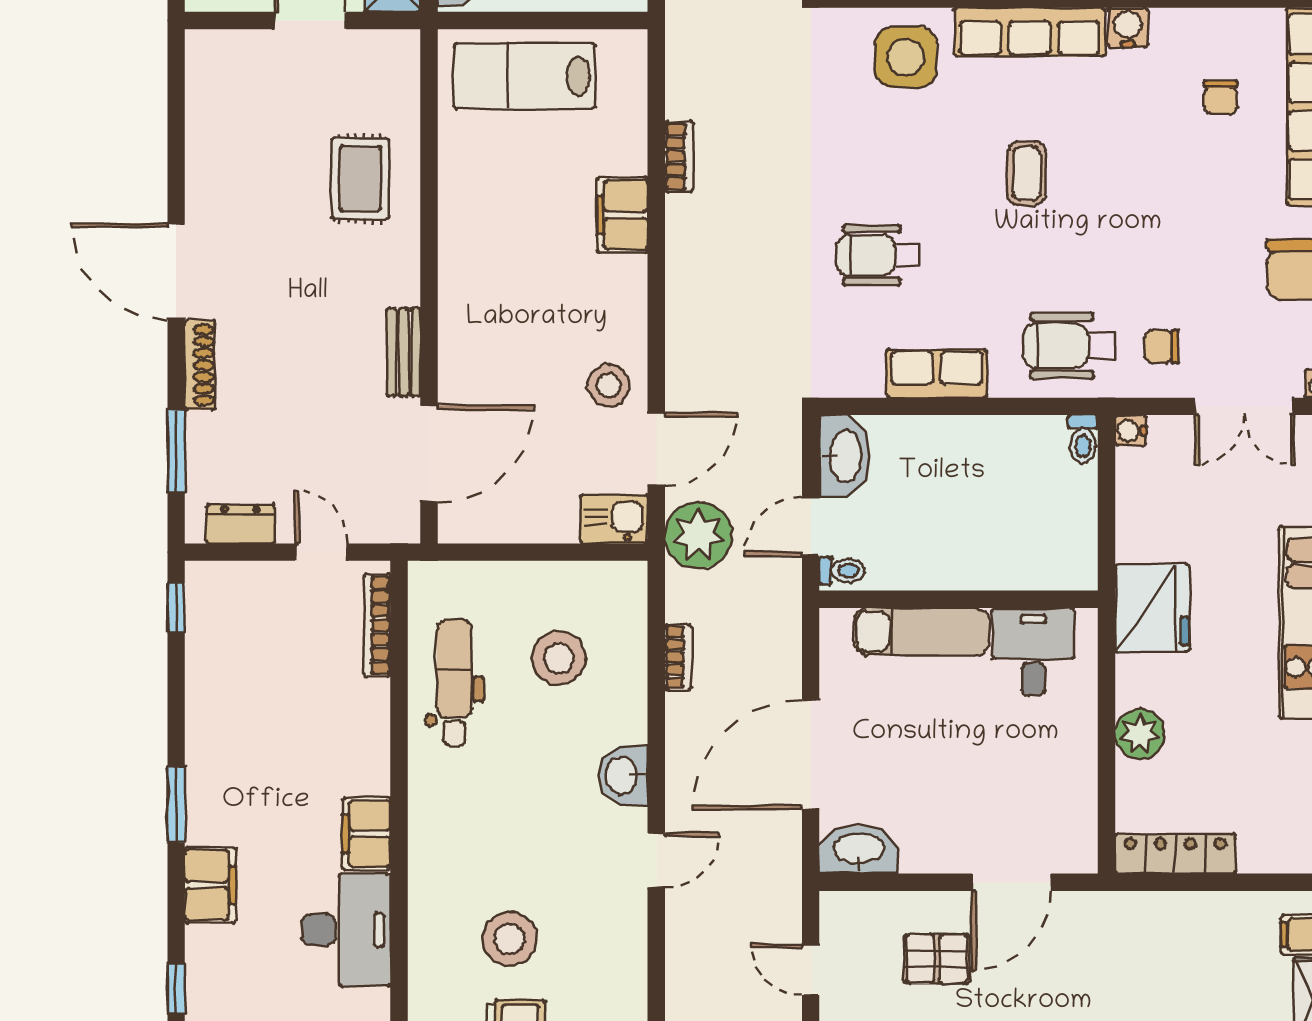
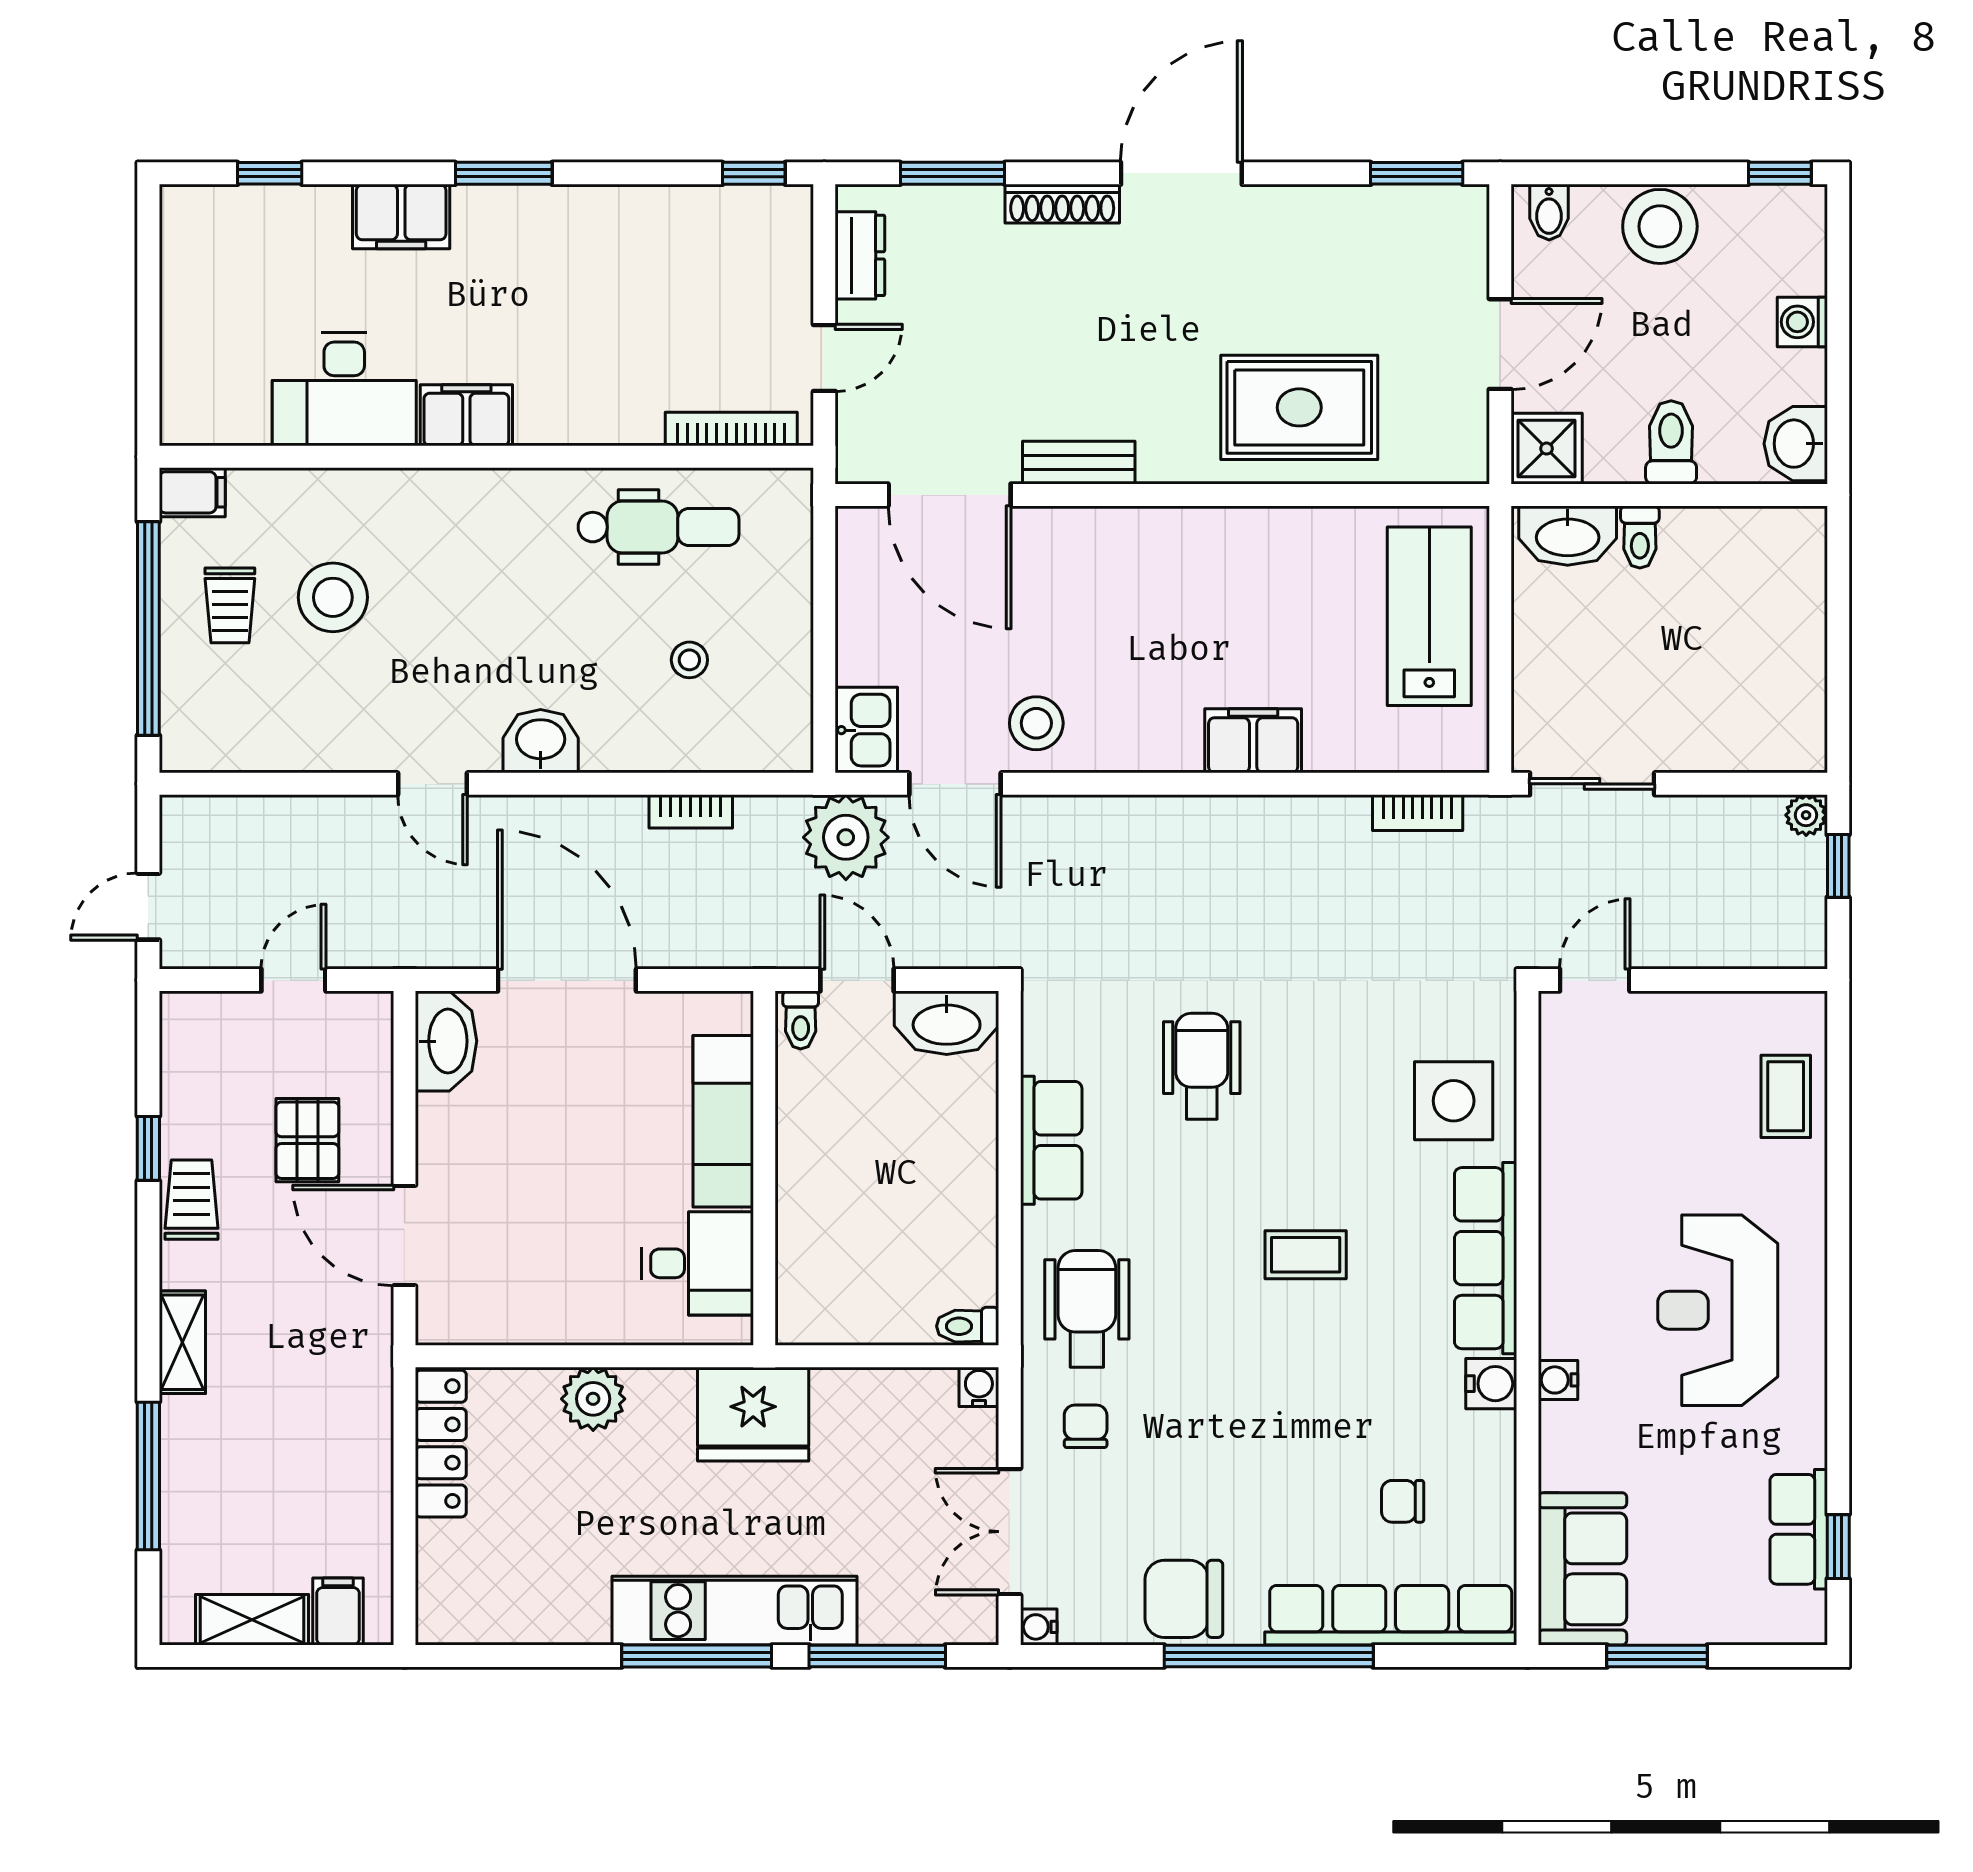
window: (176, 86) -> (1417, 173), added
bookcase: (679, 156) -> (1418, 813), moved
rug: (360, 179) -> (1299, 407), width x1.36, depth x1.43
stool: (559, 658) -> (689, 660), width x0.53, depth x0.53

